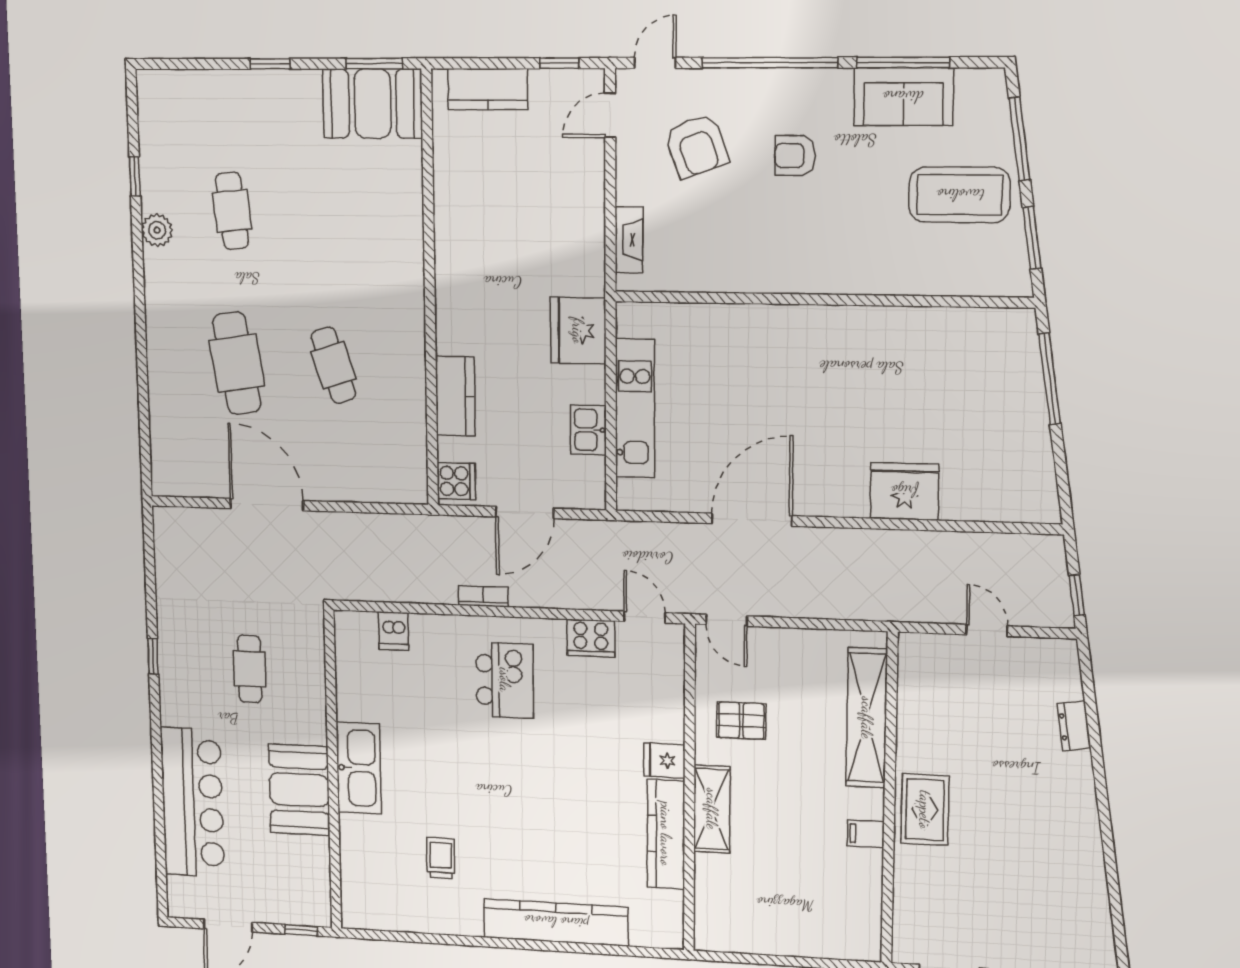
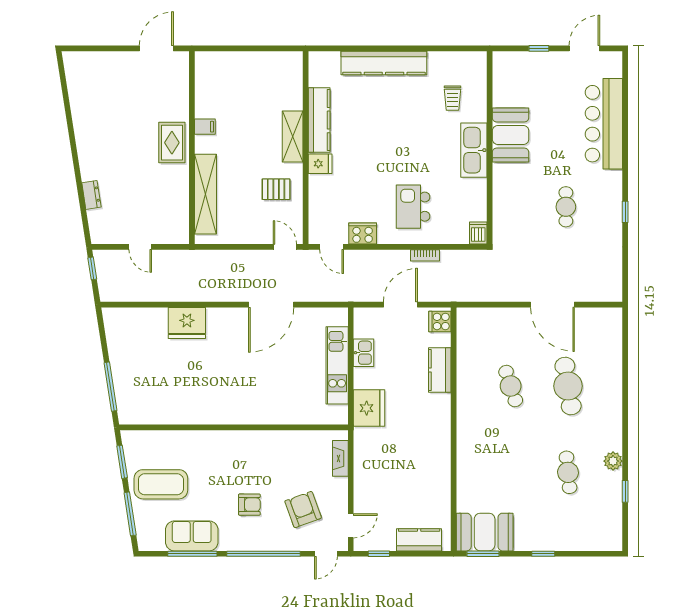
kitchen sink: (359, 768) -> (474, 150), moved
wall: (333, 771) -> (490, 148), moved
booth: (299, 790) -> (511, 135), moved

